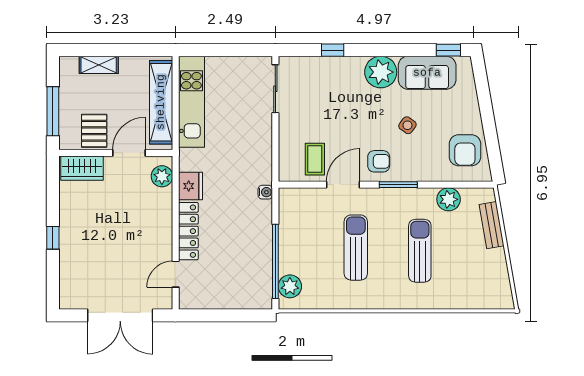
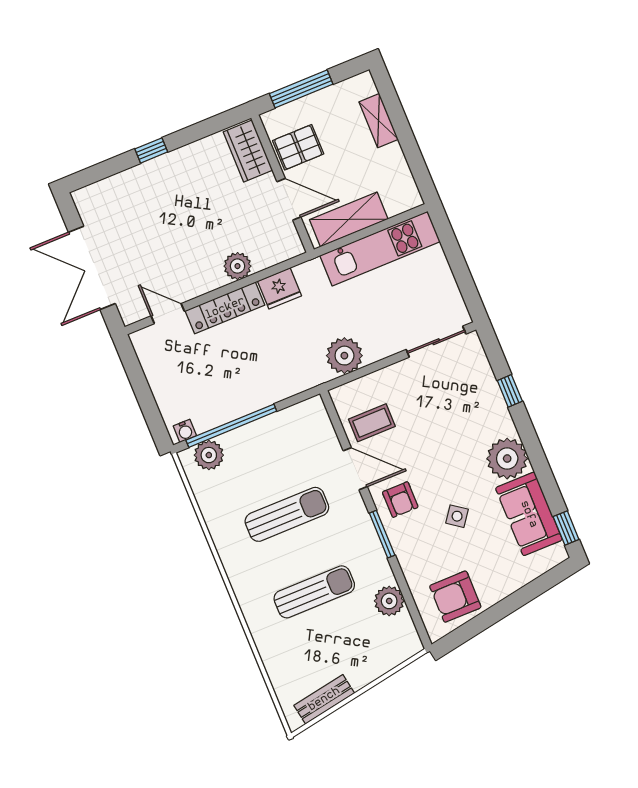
shelving: (161, 102) -> (349, 219), width x0.68
plant: (258, 159) -> (344, 356), added
plant: (162, 176) -> (237, 266), moved
water cooler: (265, 192) -> (185, 431), moved
bench: (492, 225) -> (324, 699), moved

